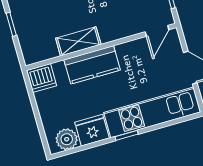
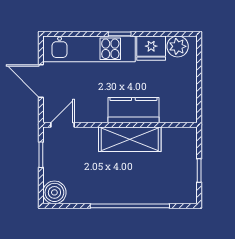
shelving: (78, 41) -> (130, 139), width x1.50, depth x1.33
dishwasher: (42, 78) -> (185, 111), removed

